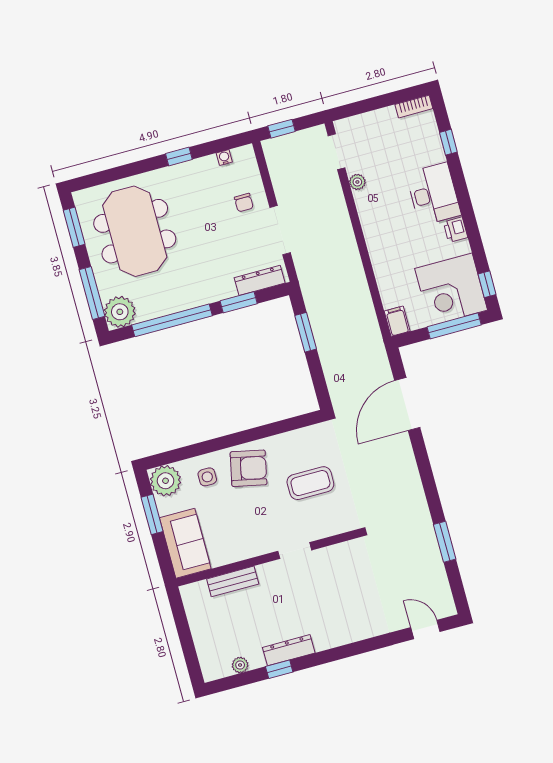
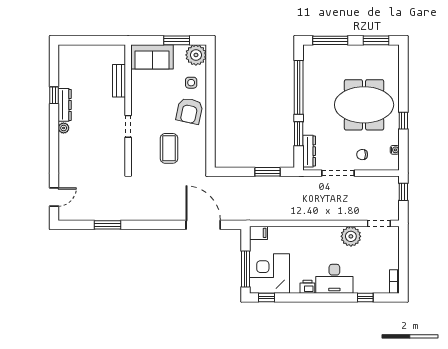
plant: (357, 182) -> (351, 236), width x1.88, depth x1.88
meeting table: (135, 231) -> (364, 105), moved
plant: (120, 312) -> (313, 55), removed
plant: (240, 665) -> (64, 128), moved

